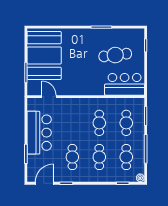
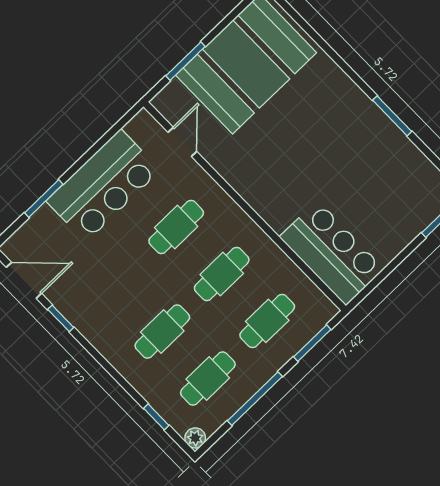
cafe table: (115, 55) -> (367, 187), removed
cafe table: (72, 157) -> (176, 227), moved

